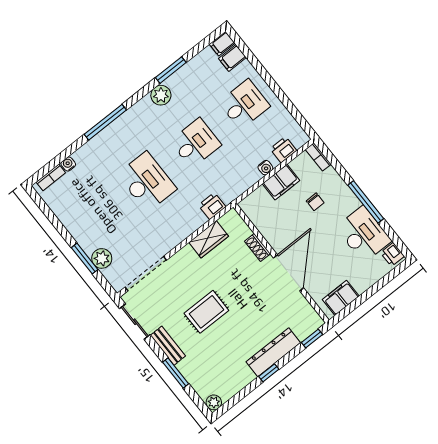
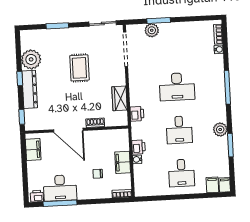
printer: (283, 150) -> (138, 147), moved
window: (366, 202) -> (60, 203), moved
bench: (168, 346) -> (76, 32), removed
plant: (214, 402) -> (31, 59), moved, width x1.87, depth x1.87

